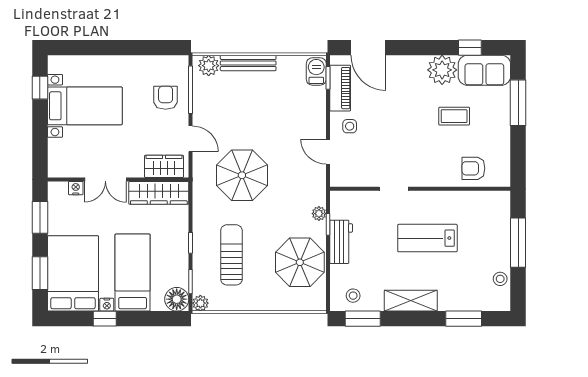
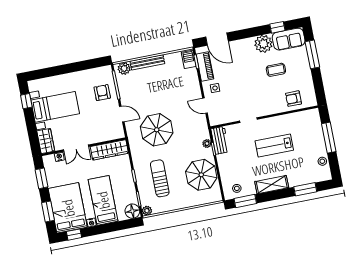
wardrobe: (164, 166) -> (46, 141), moved, turned 90
workbench: (341, 242) -> (220, 140), moved
window: (105, 319) -> (74, 235), moved

